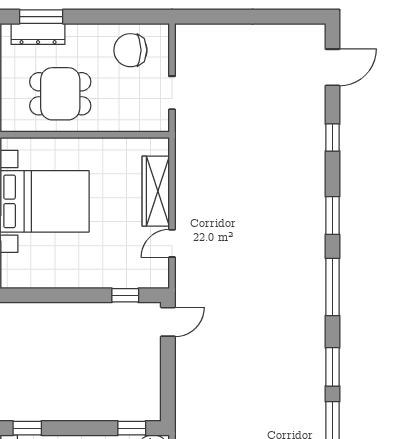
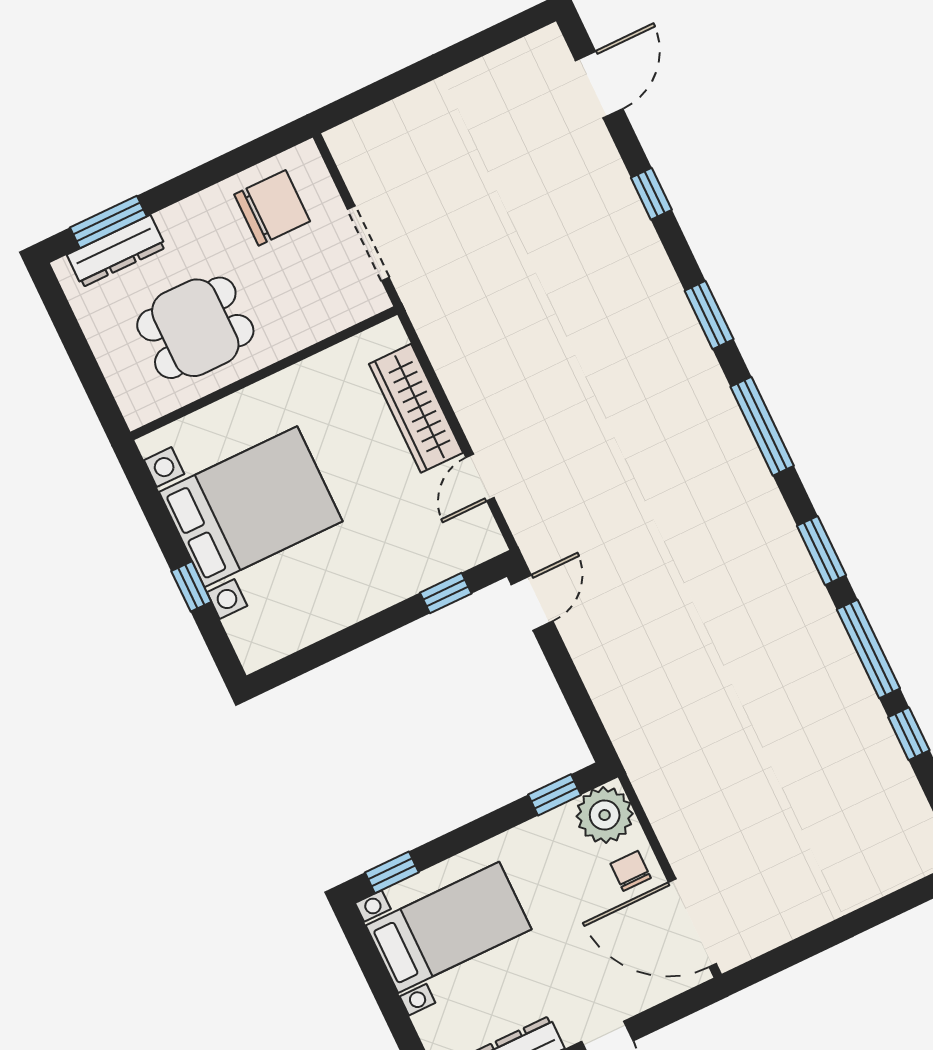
chair: (130, 50) -> (272, 208), turned 180
doorway: (172, 93) -> (368, 243), width x1.38

